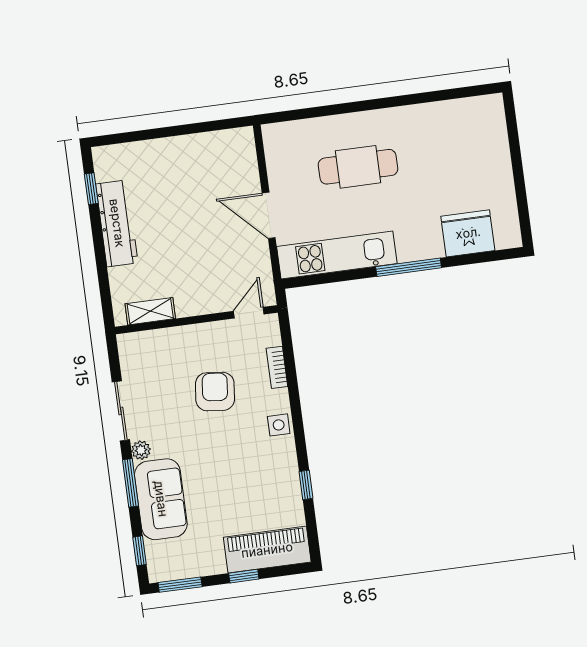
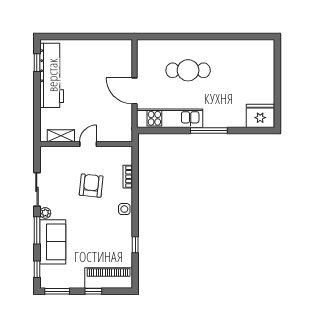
workbench: (117, 223) -> (52, 75), width x1.36, depth x1.32
fridge: (468, 233) -> (260, 116), moved
door: (249, 313) -> (88, 144), moved

